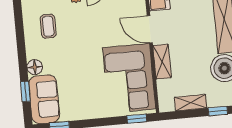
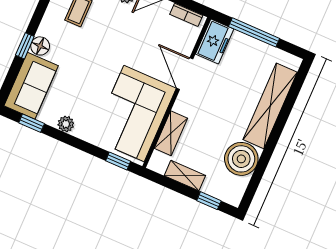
shelving: (162, 62) -> (171, 133), moved
window: (25, 92) -> (25, 46), moved
plant: (84, 113) -> (66, 124), added

